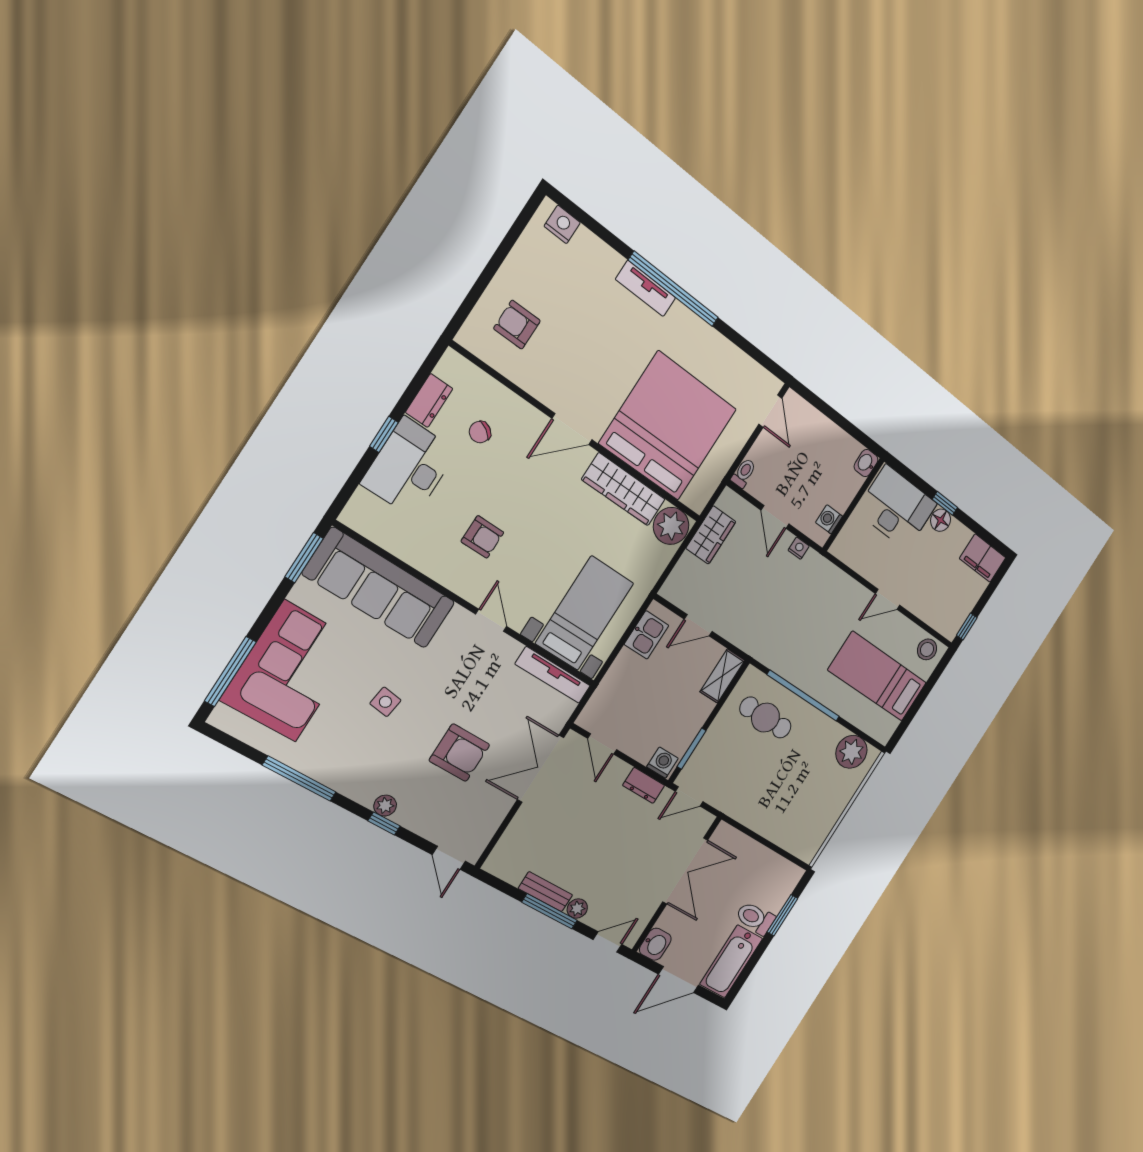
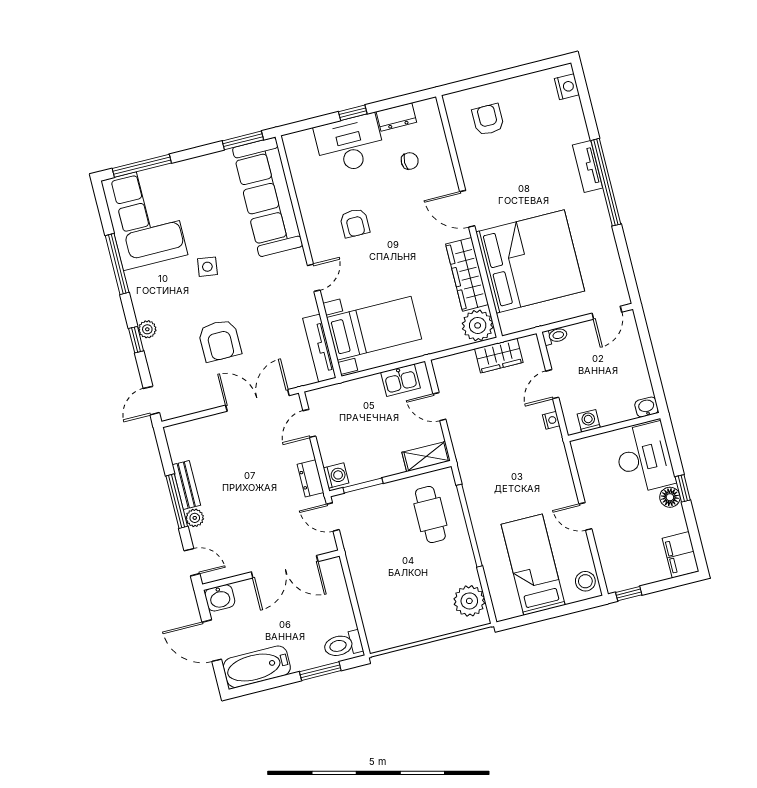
chair: (480, 432) -> (410, 161), turned 147
corner sofa: (290, 671) -> (144, 218), moved, turned -90
toilet: (755, 918) -> (343, 645), moved, turned -90

